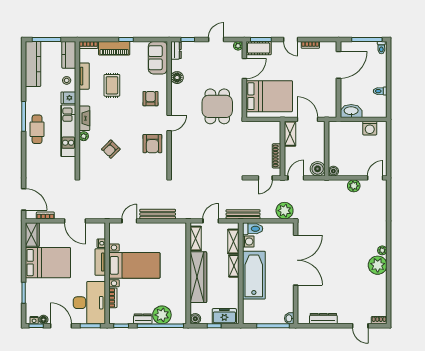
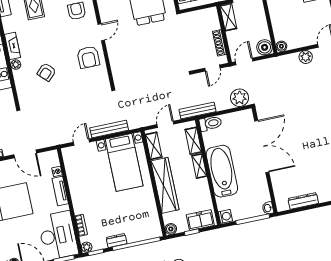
washing machine: (248, 242) -> (225, 216), moved
bed with nightstands: (134, 265) -> (124, 162), moved, turned 90
plant: (162, 315) -> (87, 247), moved, width x0.53, depth x0.53

